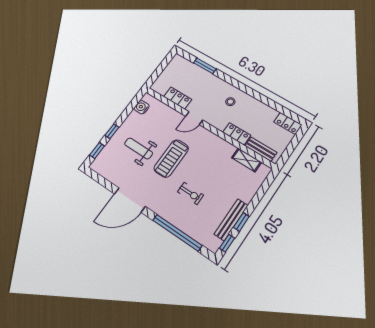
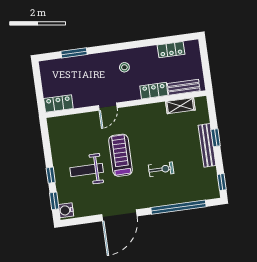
locker: (178, 98) -> (58, 103), moved
water cooler: (142, 107) -> (66, 210), moved
locker: (288, 123) -> (171, 50), moved
treadmill: (171, 158) -> (121, 155), turned 180
bench: (231, 220) -> (207, 145), moved
window: (241, 222) -> (216, 138), moved

